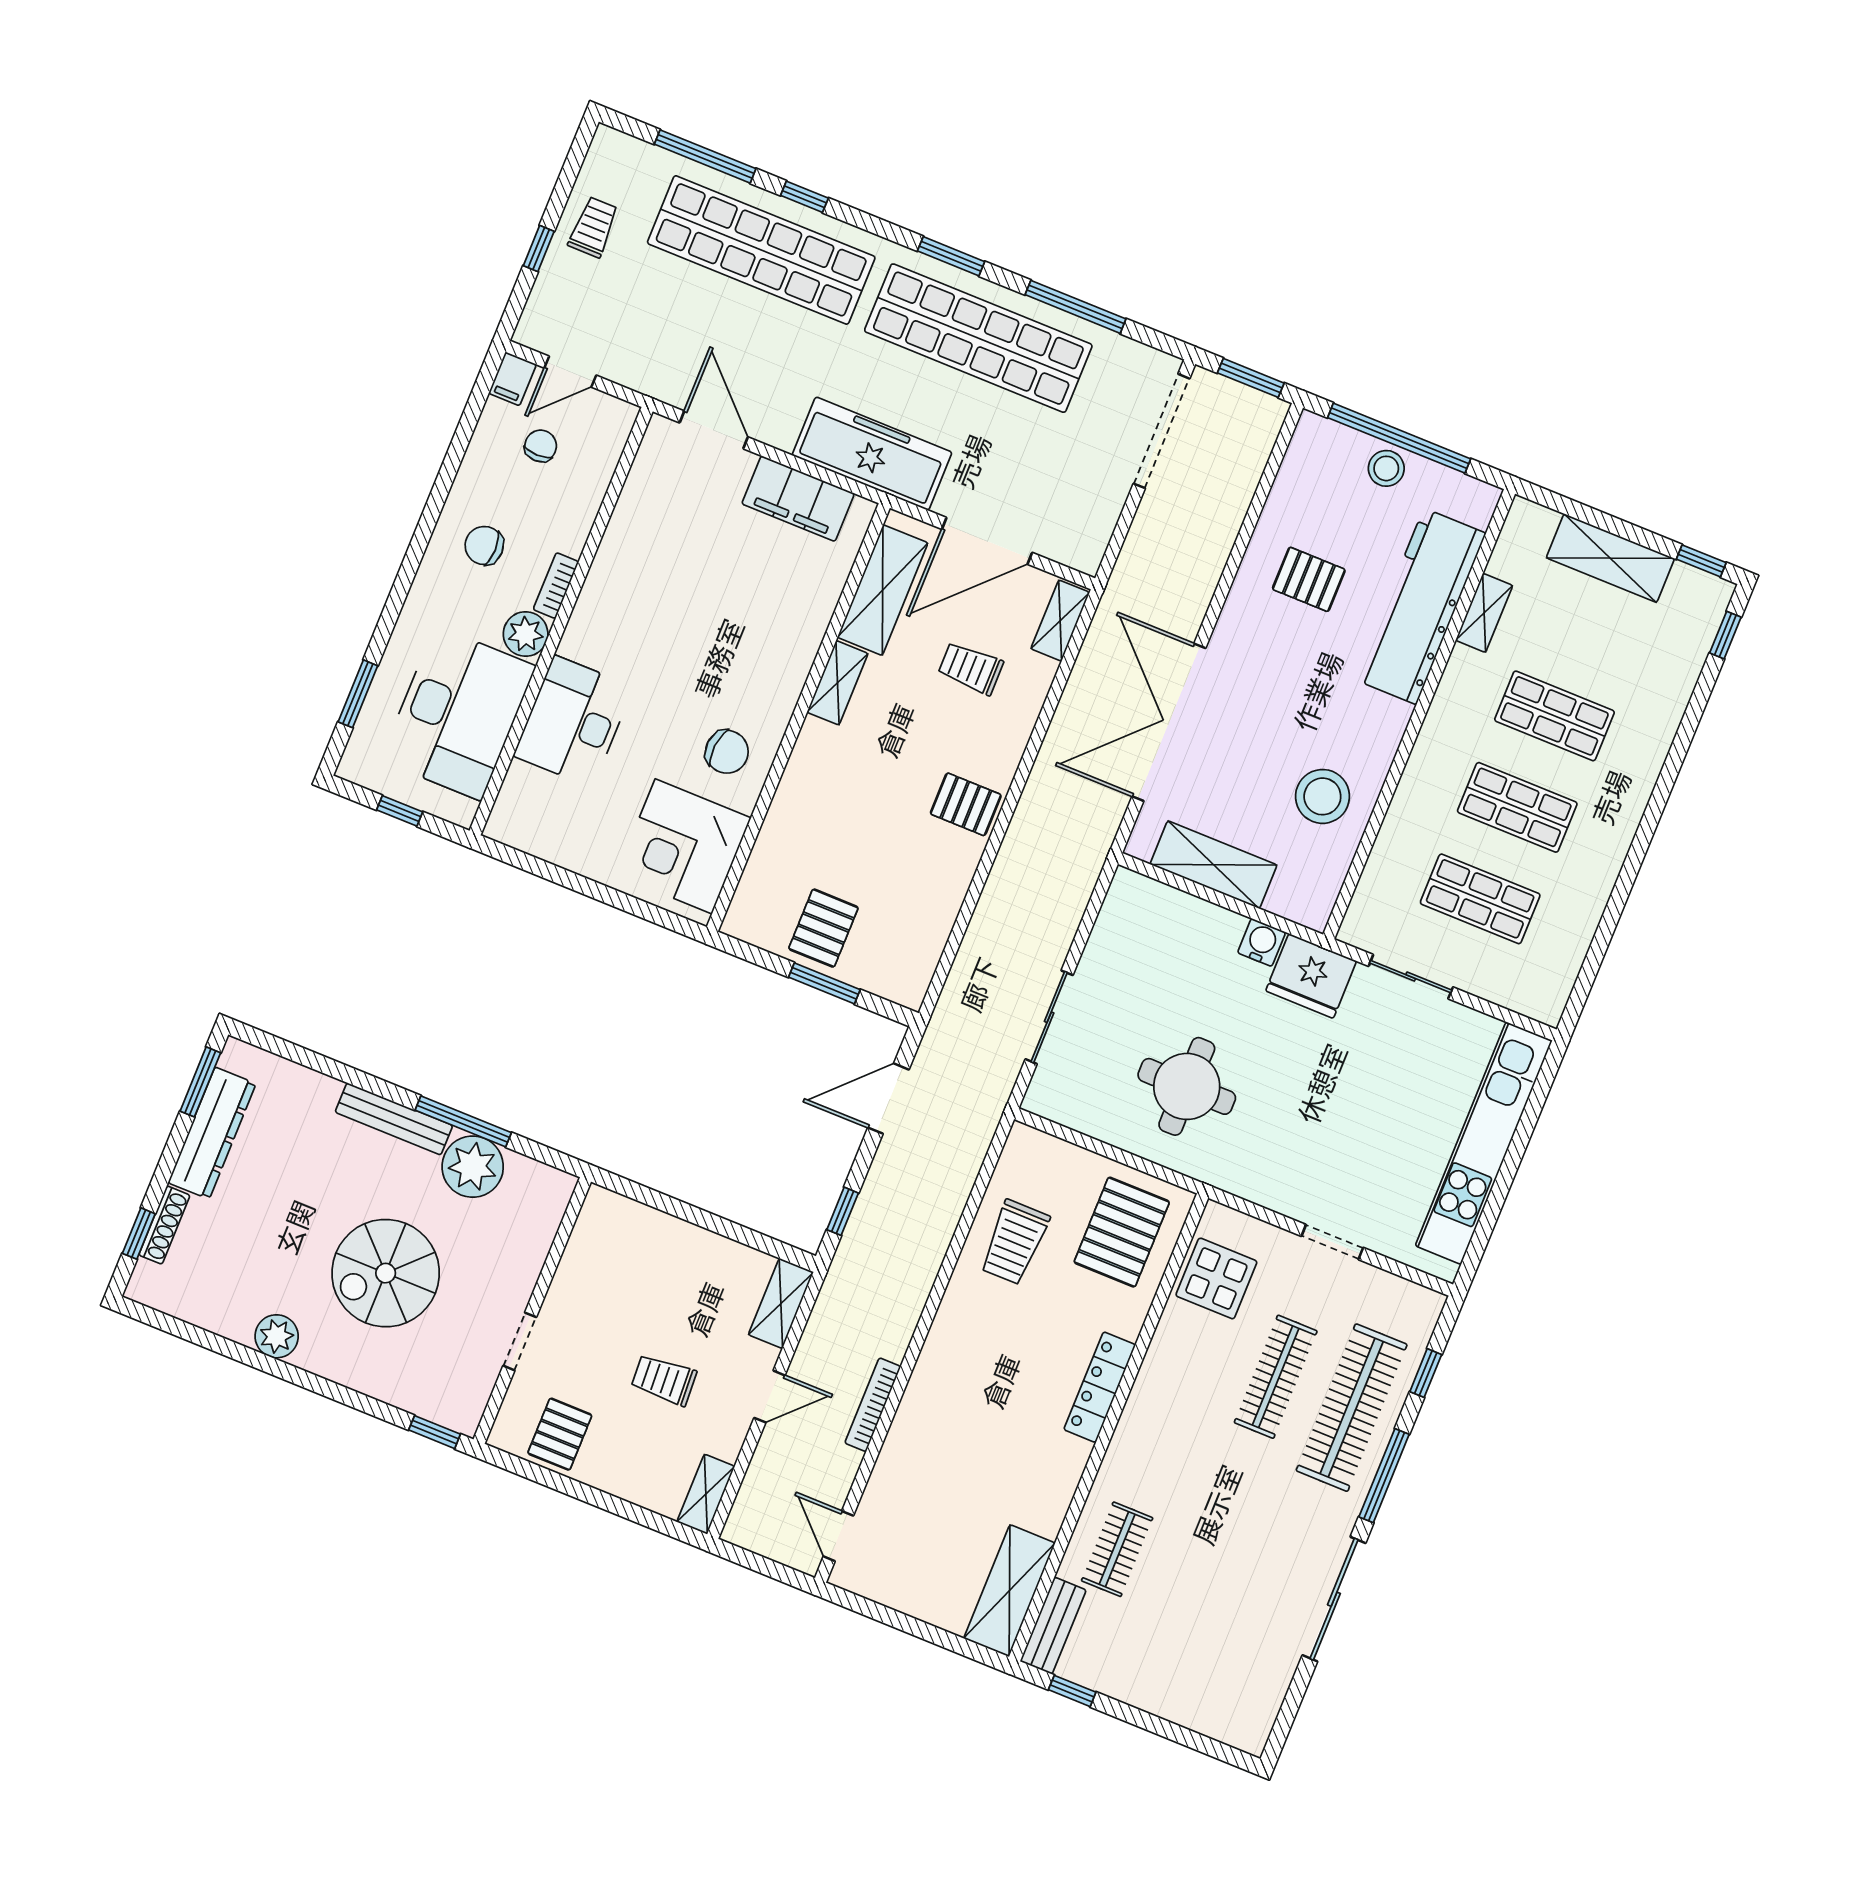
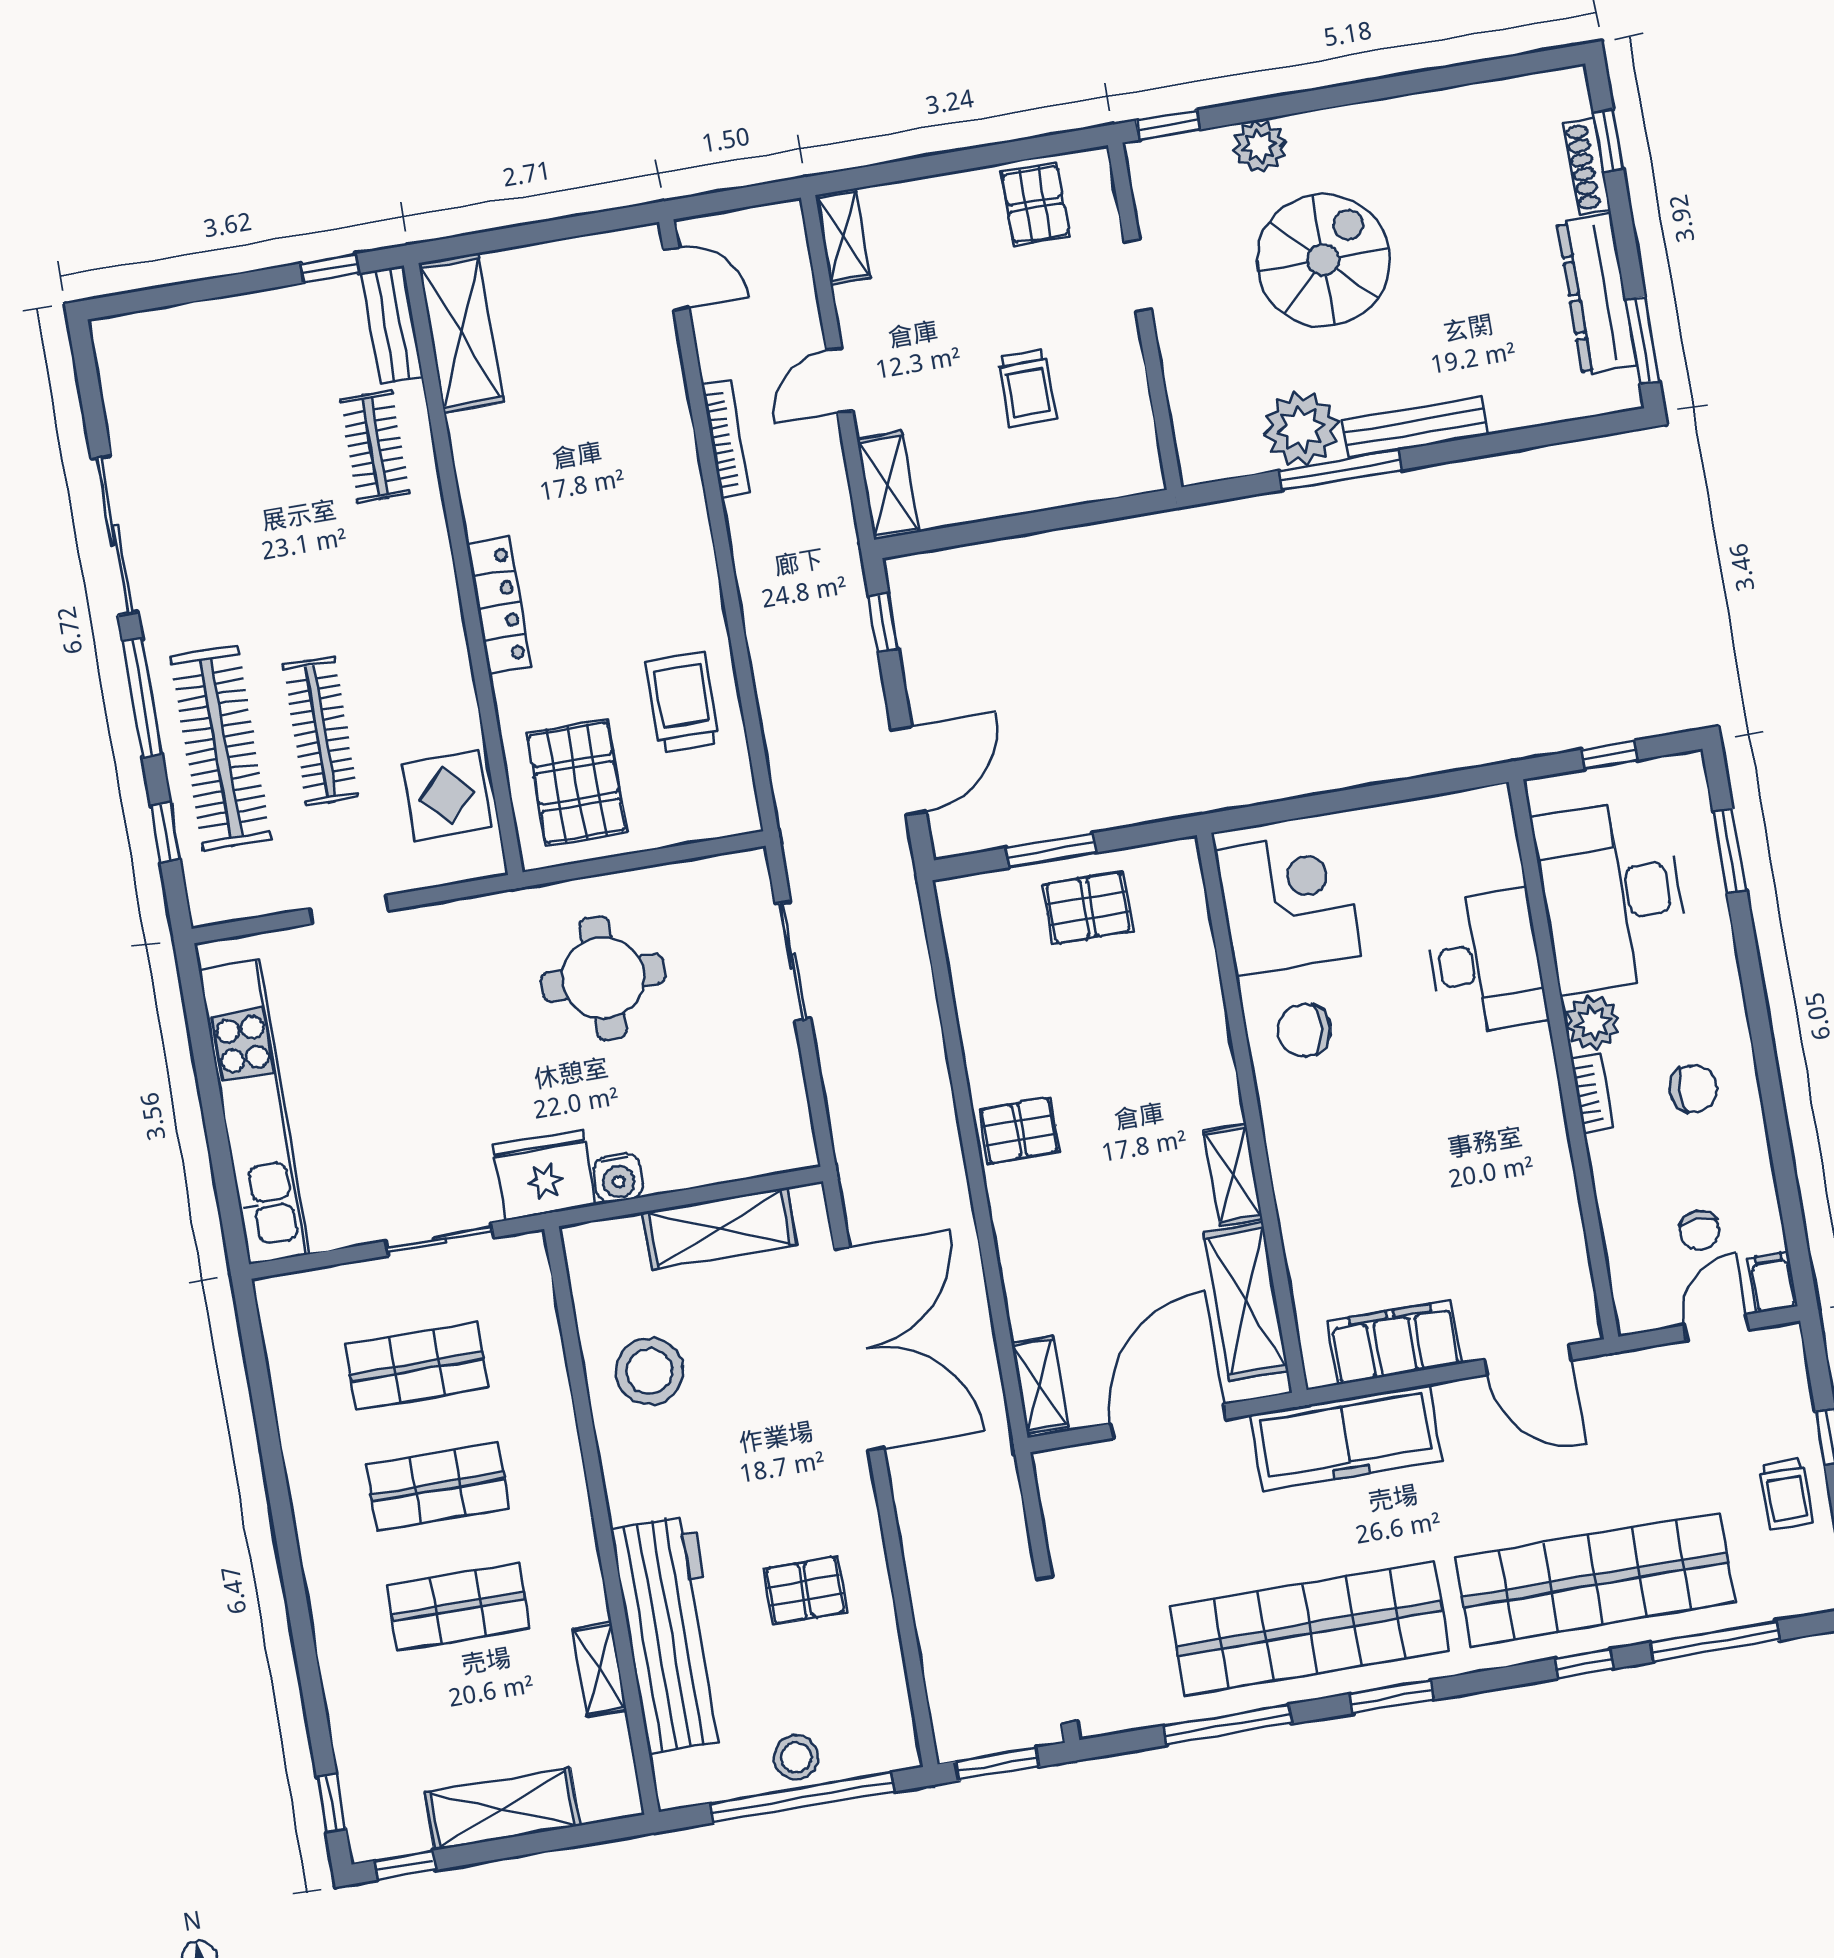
trolley: (971, 668) -> (1103, 1277), removed
pallet: (823, 928) -> (1088, 908), turned 90
plant: (277, 1336) -> (1260, 146), moved
trolley: (664, 1380) -> (1027, 388), moved, turned 93

